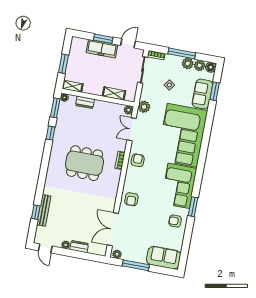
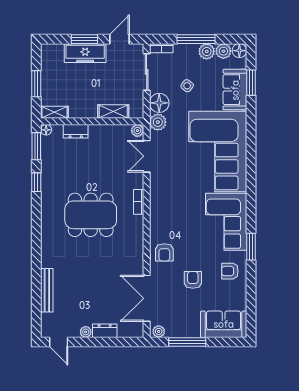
floor lamp: (147, 93) -> (159, 103), added
armchair: (138, 160) -> (193, 280), moved
window: (36, 212) -> (36, 295), removed

